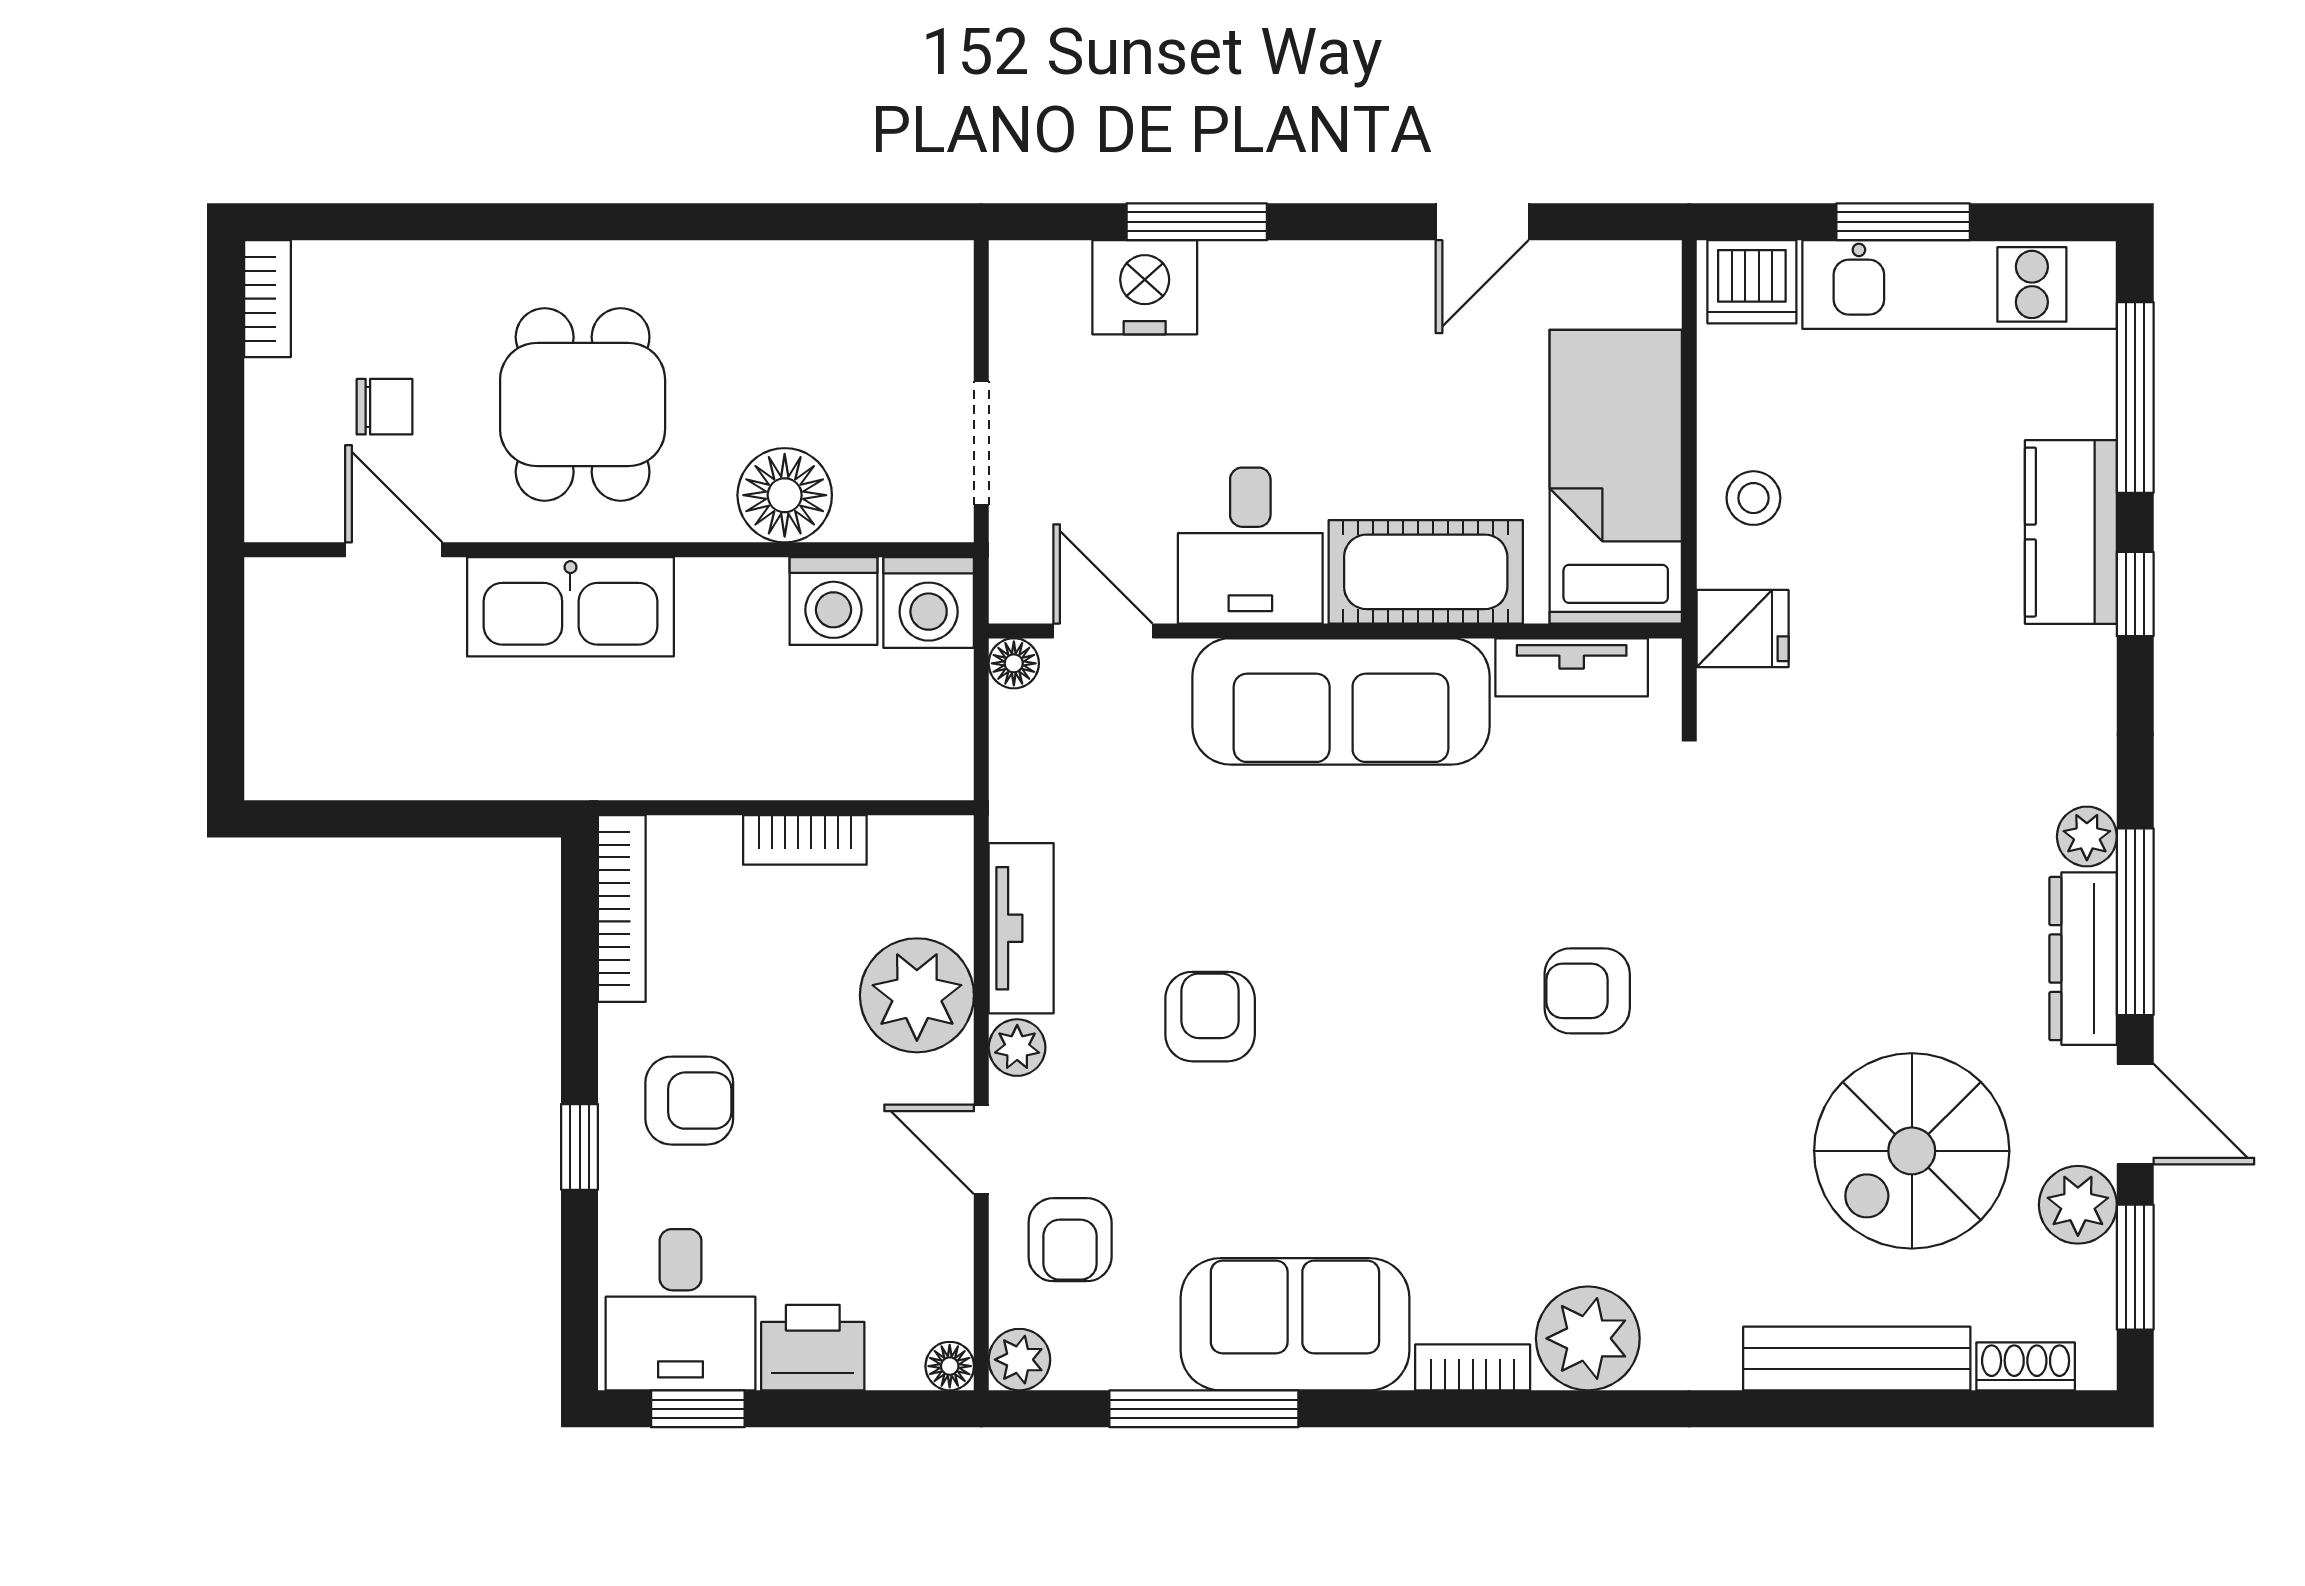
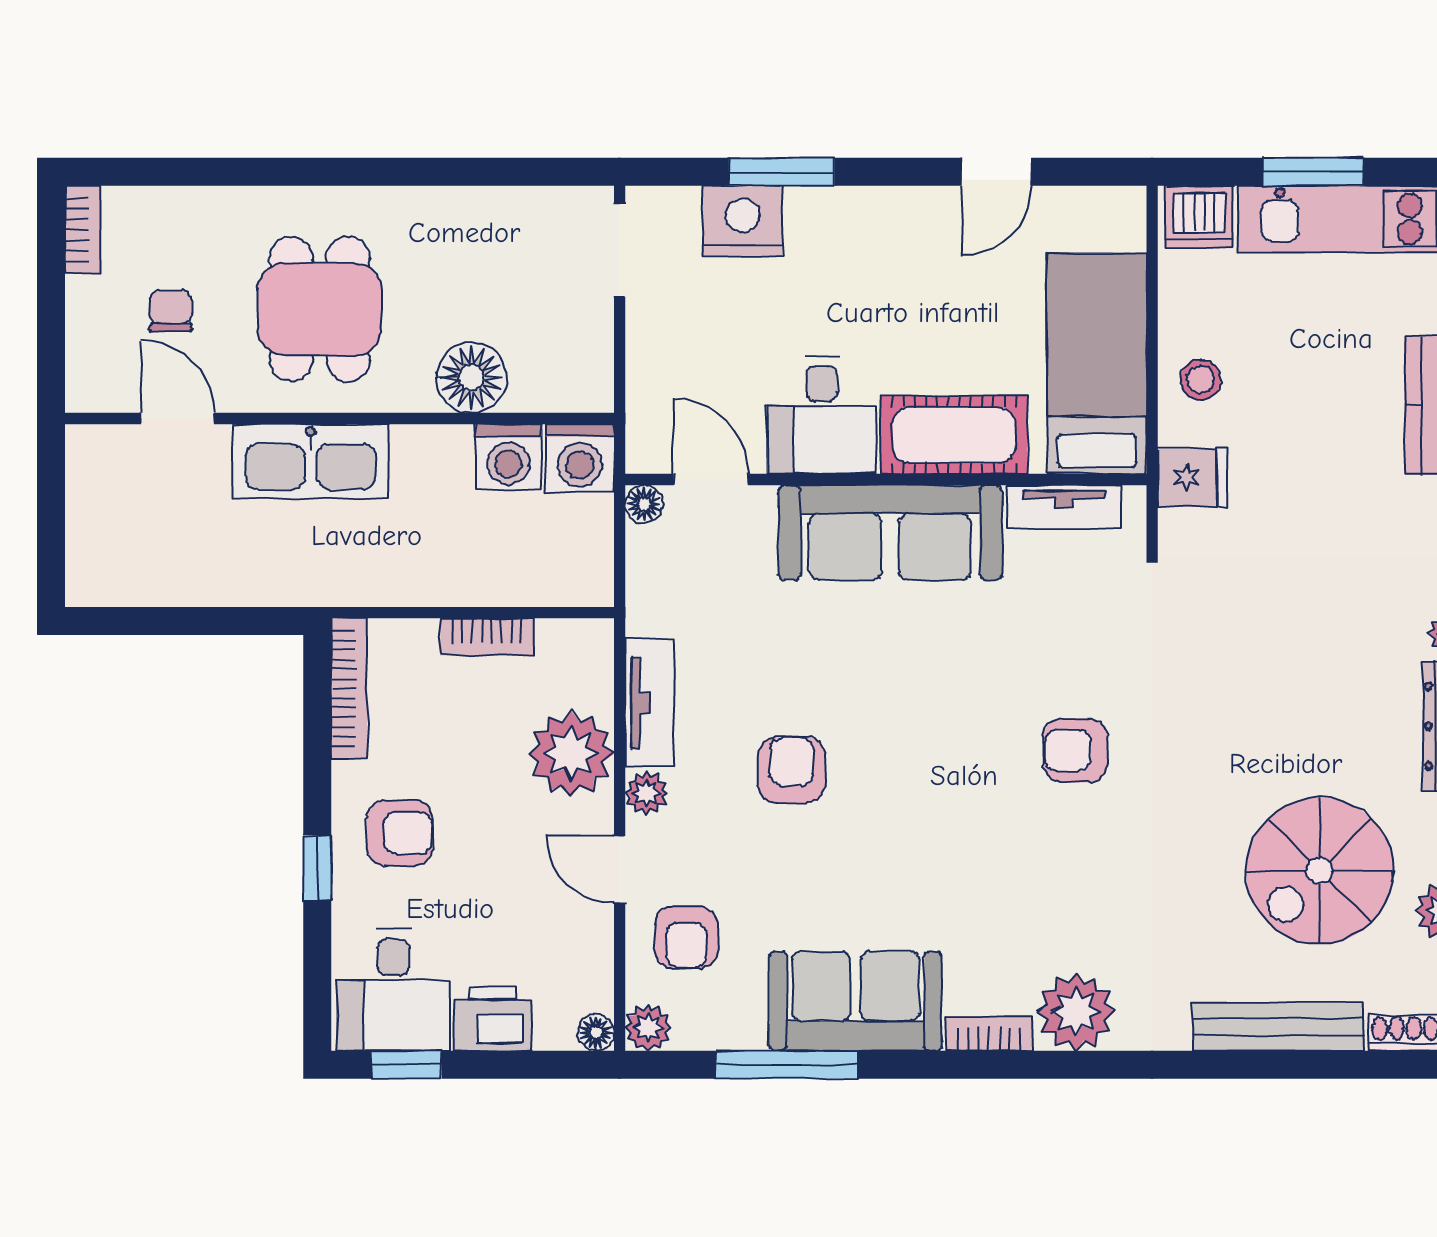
chair: (385, 407) -> (171, 311), turned -90
doorway: (981, 443) -> (620, 250), moved

